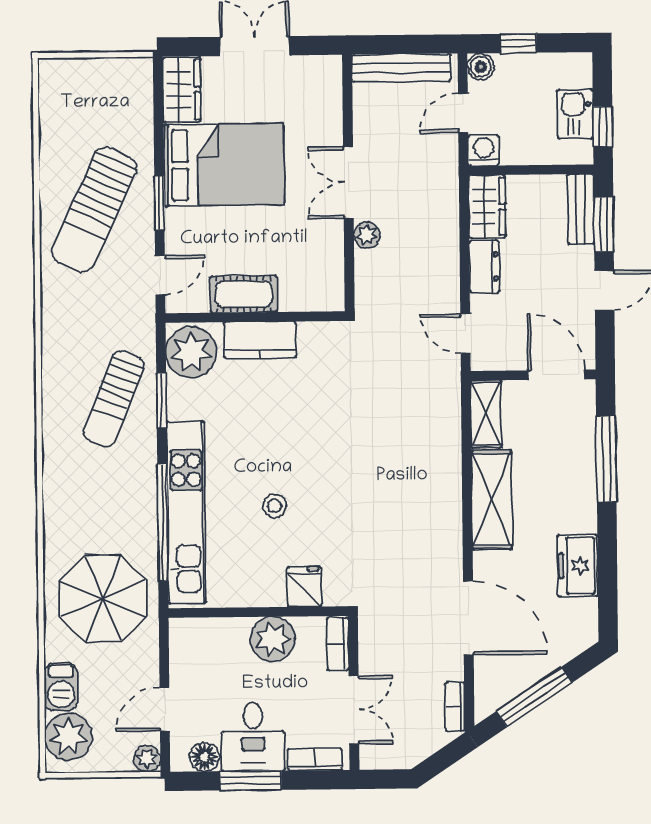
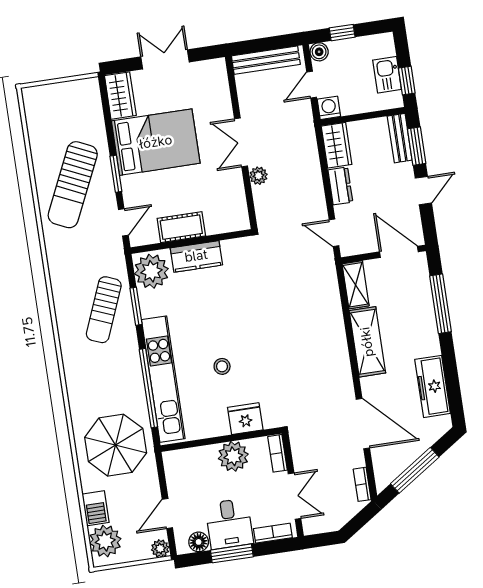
freezer: (578, 566) -> (433, 386), width x1.40
fridge: (304, 587) -> (245, 419), width x1.38

